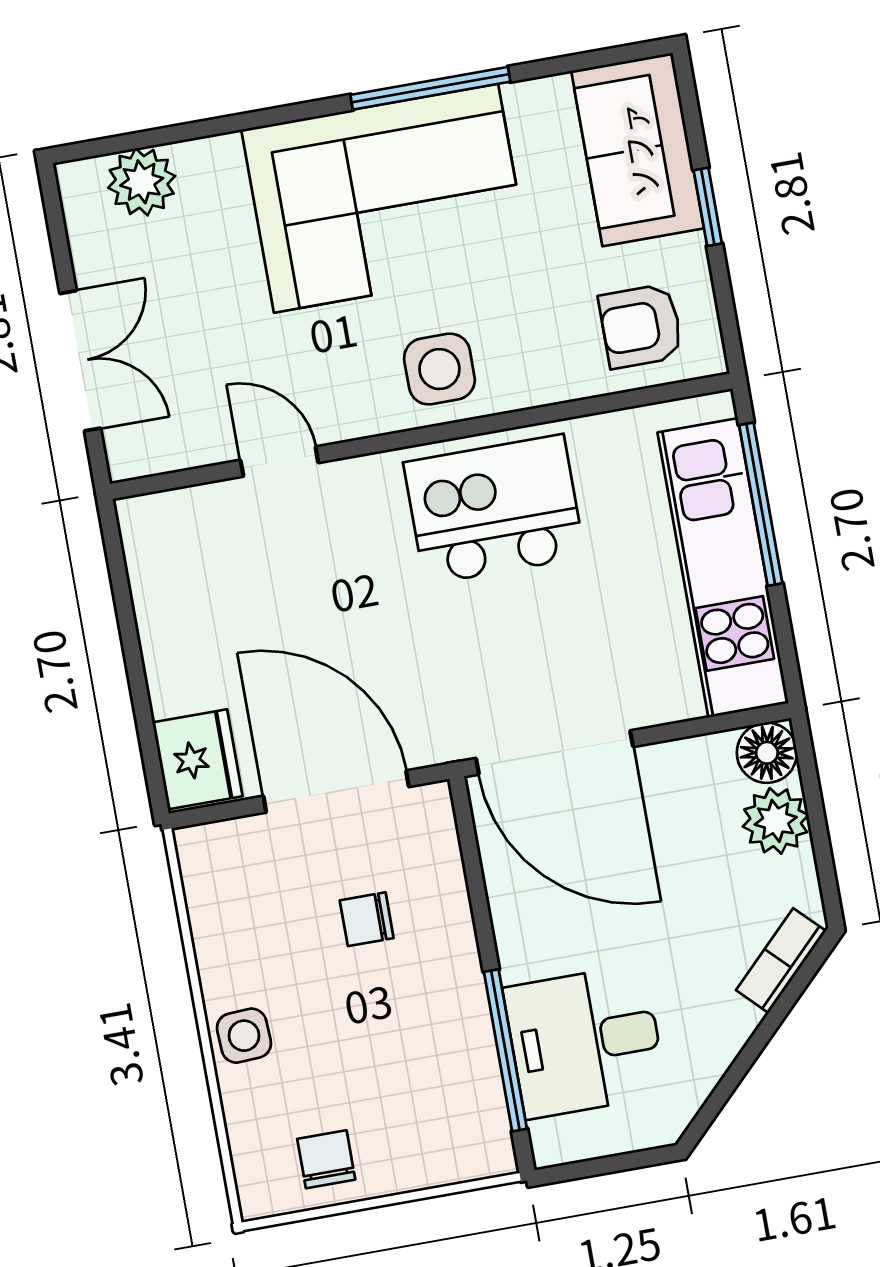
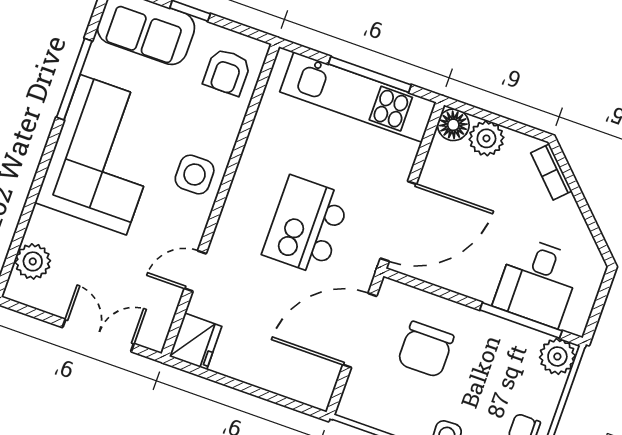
window: (430, 88) -> (74, 79), moved
window: (761, 504) -> (370, 74), moved
kitchen island: (494, 510) -> (306, 225), moved
fridge: (197, 759) -> (196, 341), moved, turned 90
chair: (367, 919) -> (426, 349), width x1.87, depth x1.87
plant: (480, 1145) -> (557, 356), added

